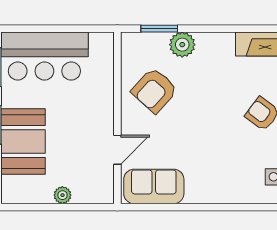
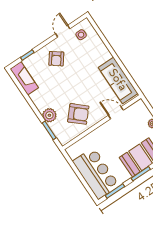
sofa: (154, 186) -> (118, 80), width x1.36

